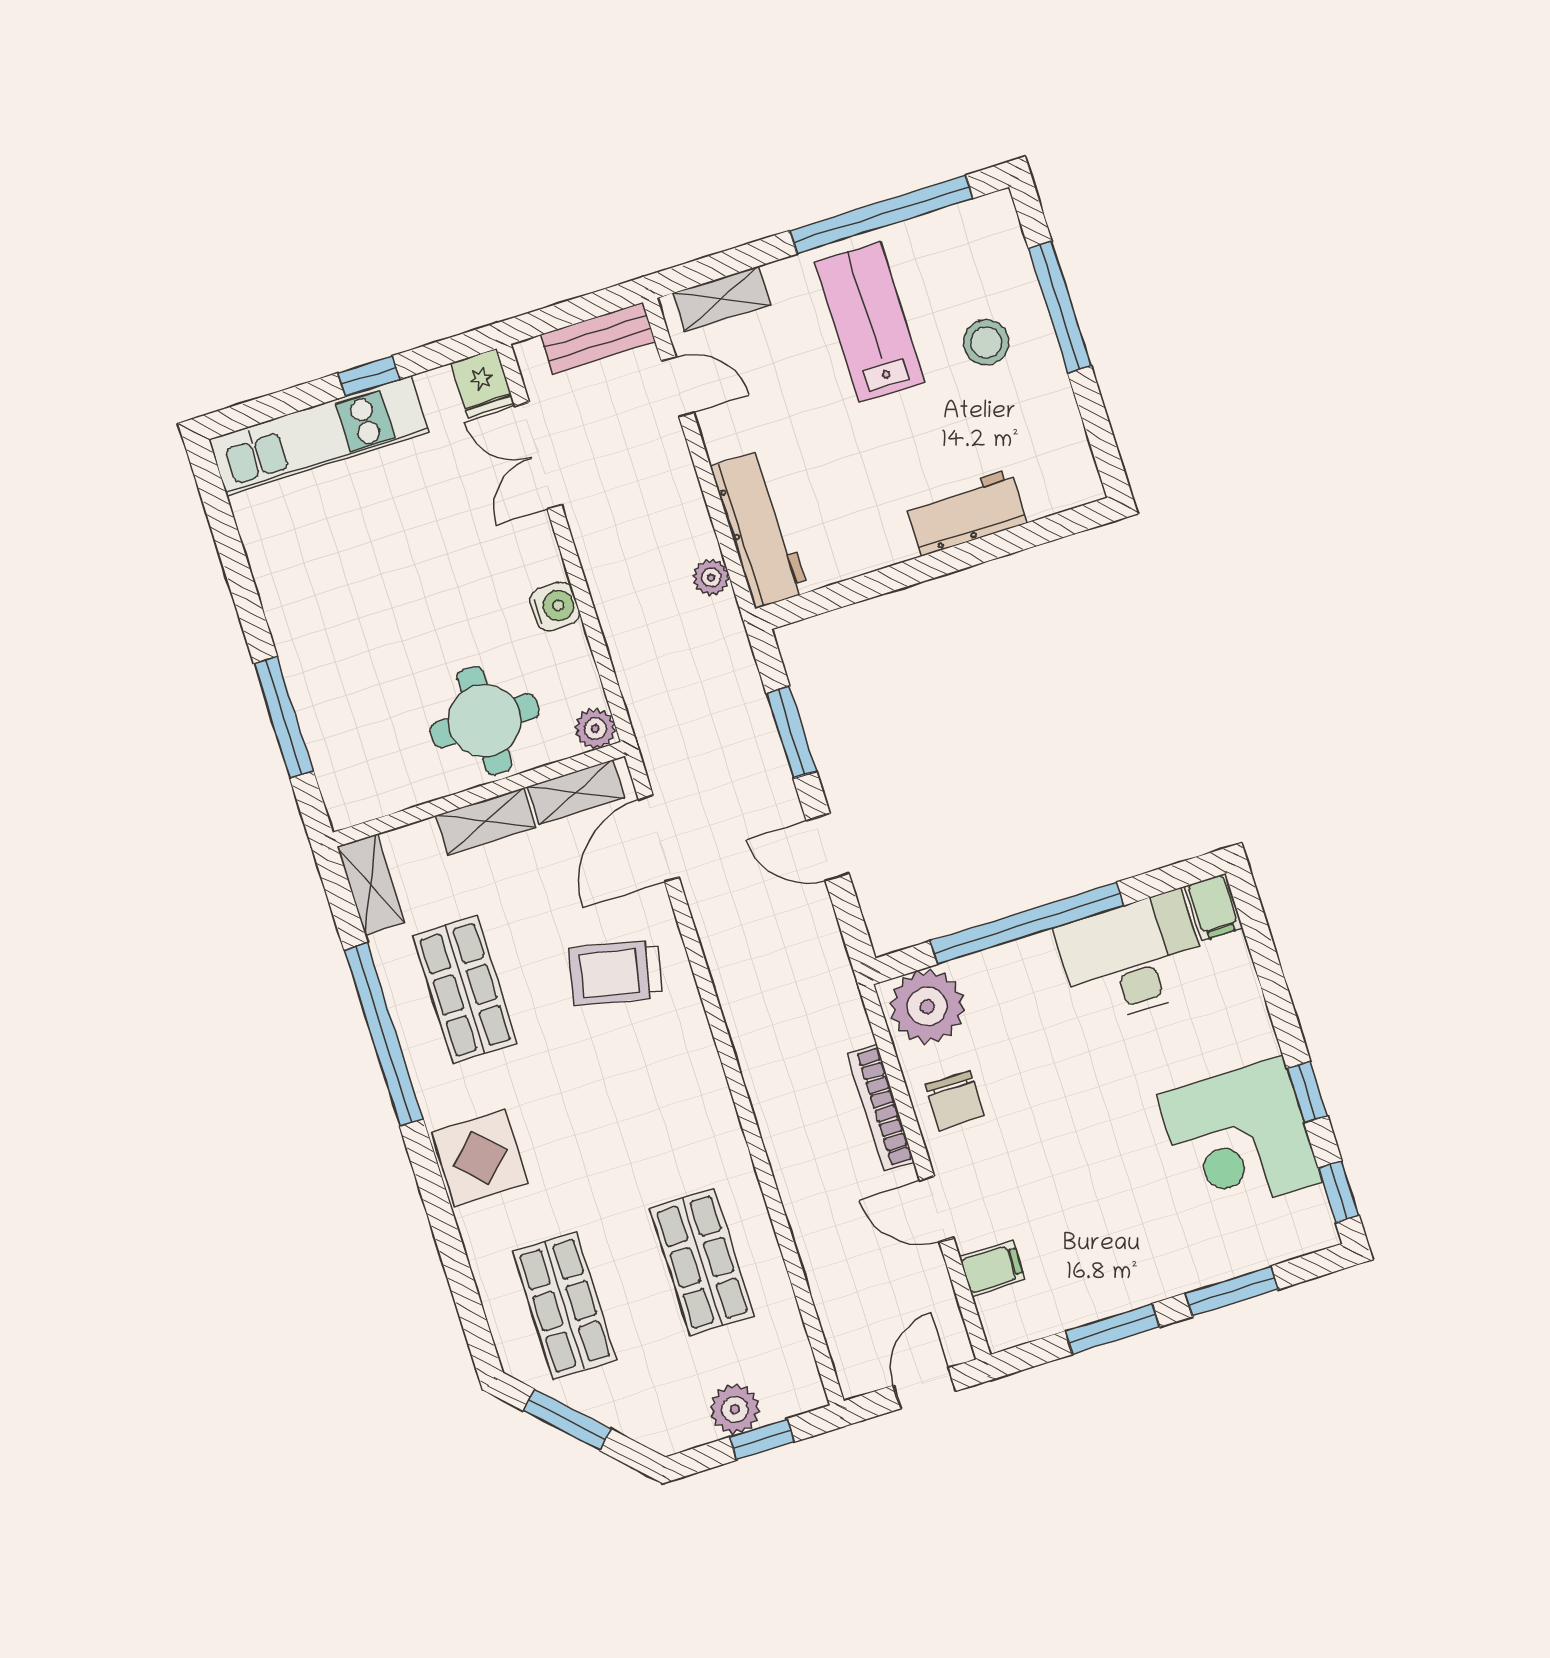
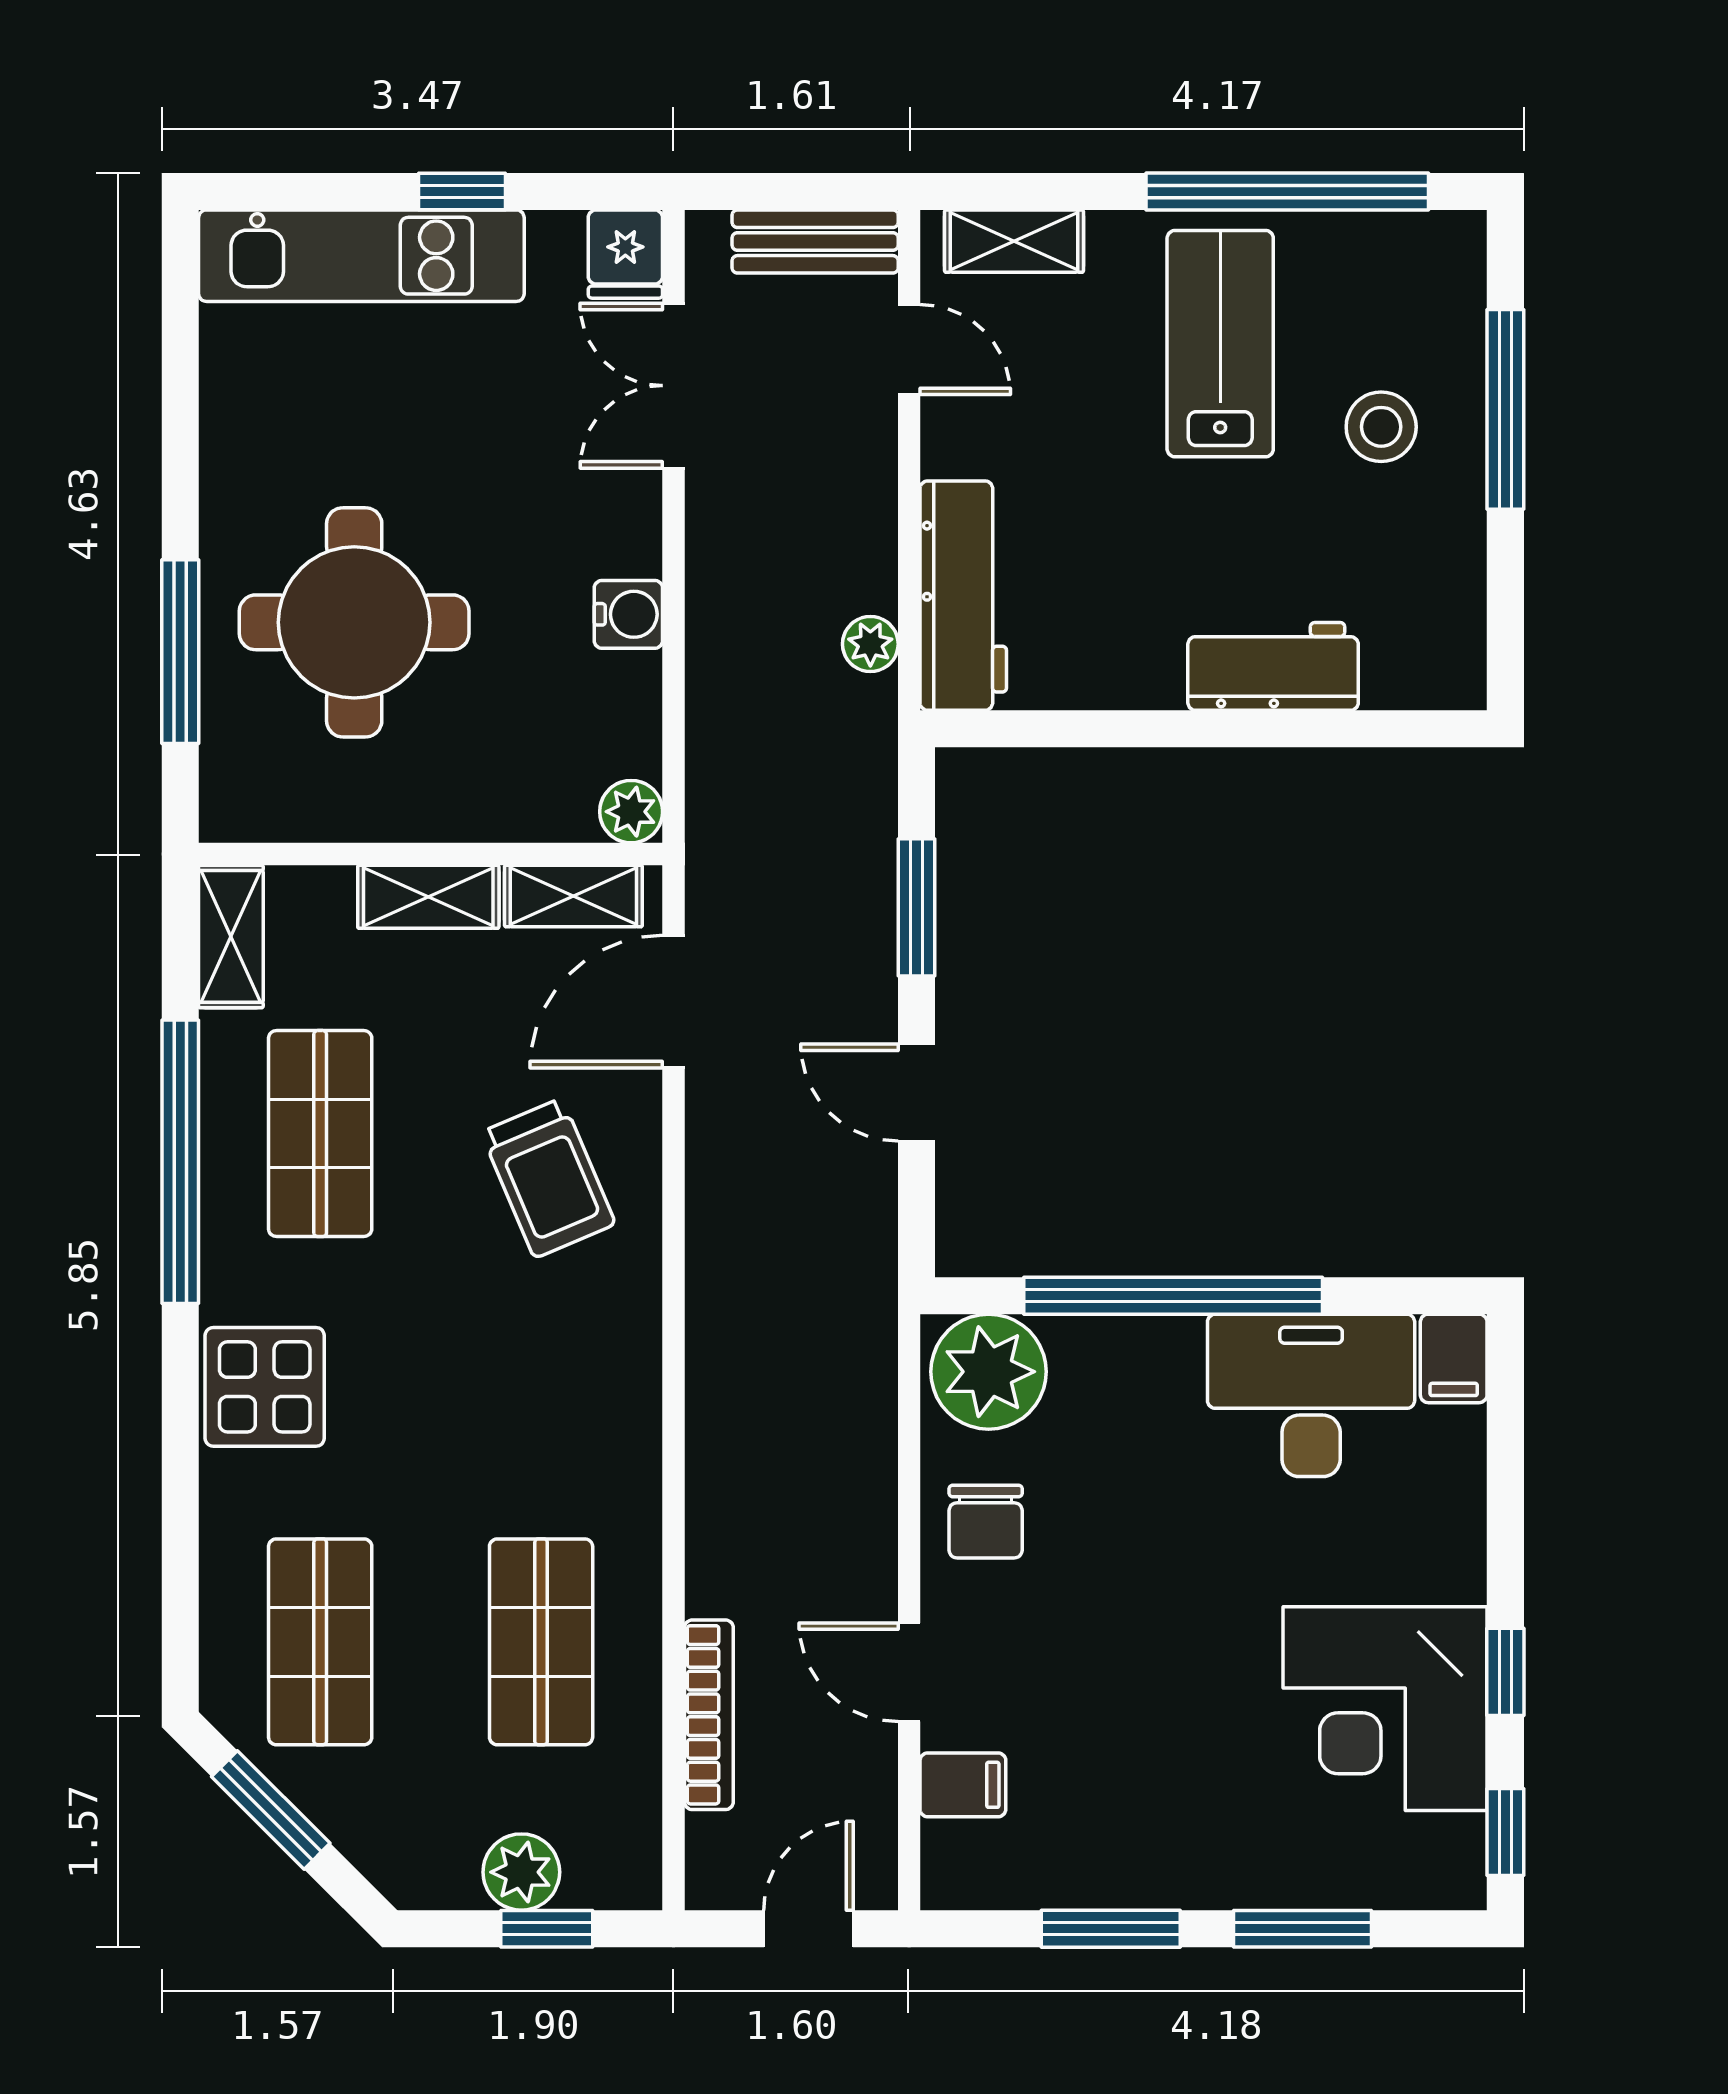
round table: (485, 721) -> (354, 622), moved, width x1.36, depth x1.36
trolley: (616, 973) -> (548, 1178), turned -125
bookcase: (881, 1108) -> (709, 1715), moved, turned 180

